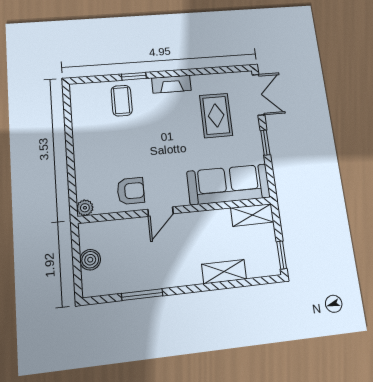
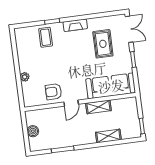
armchair: (131, 191) -> (53, 92), turned 180
plant: (85, 208) -> (25, 77), moved
shelving: (252, 215) -> (98, 107), moved

